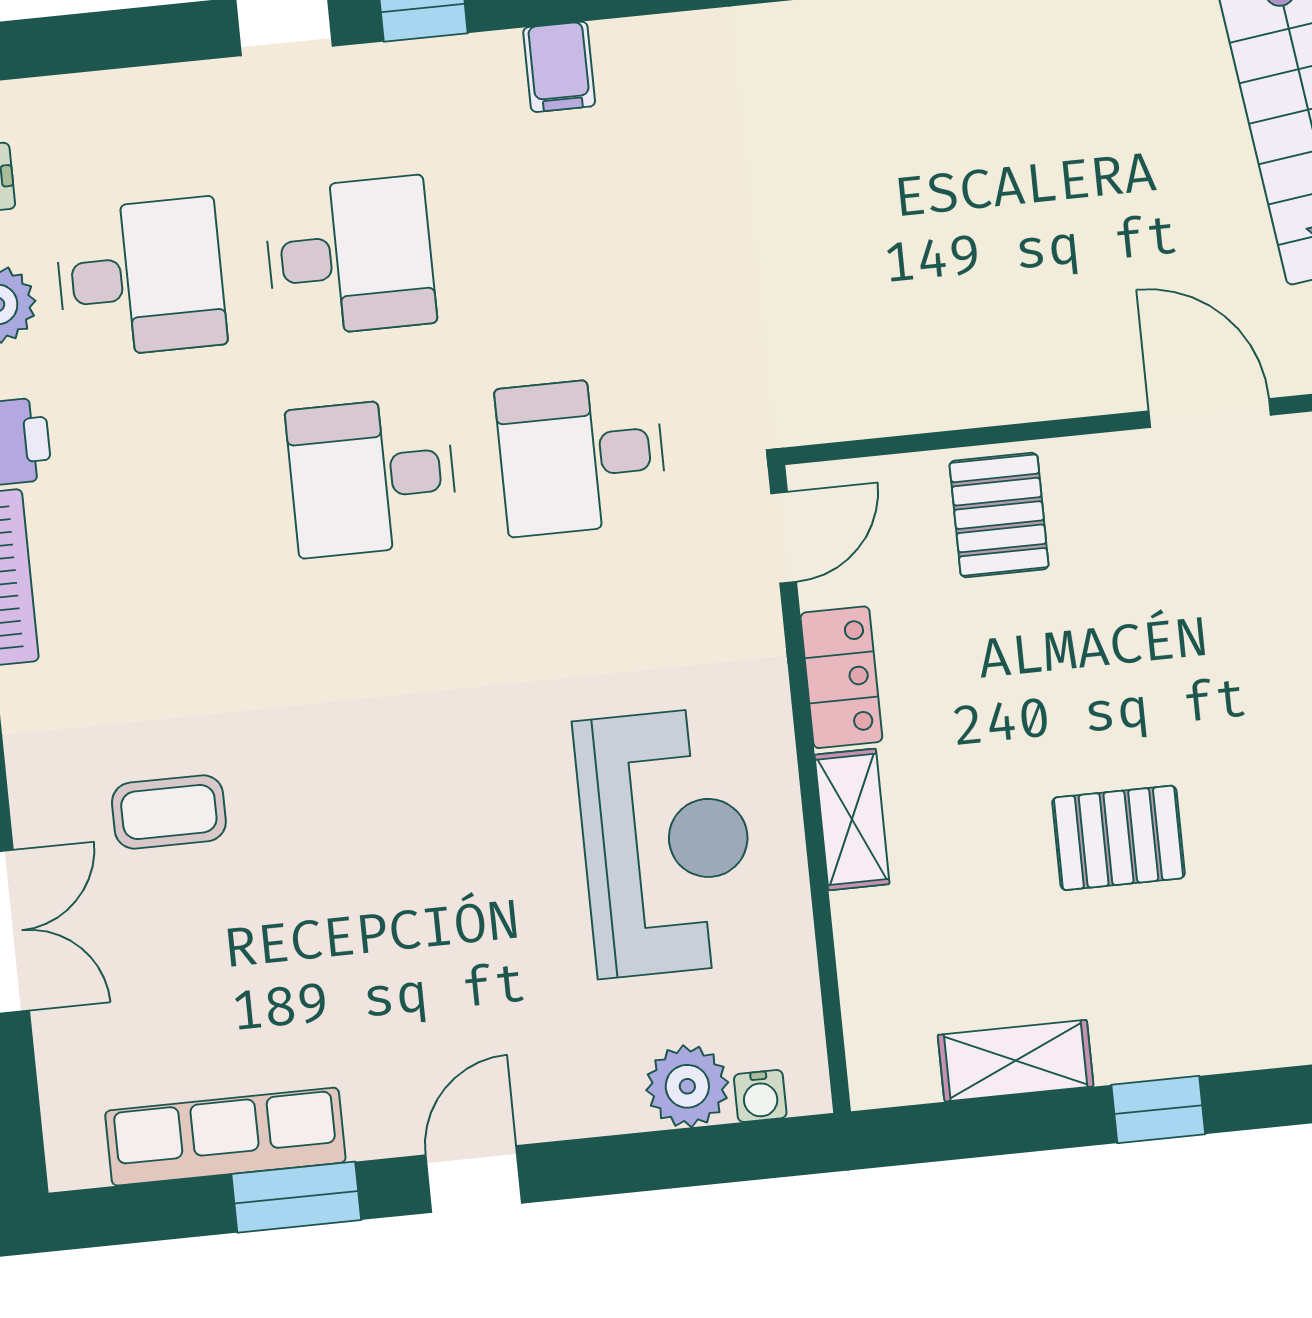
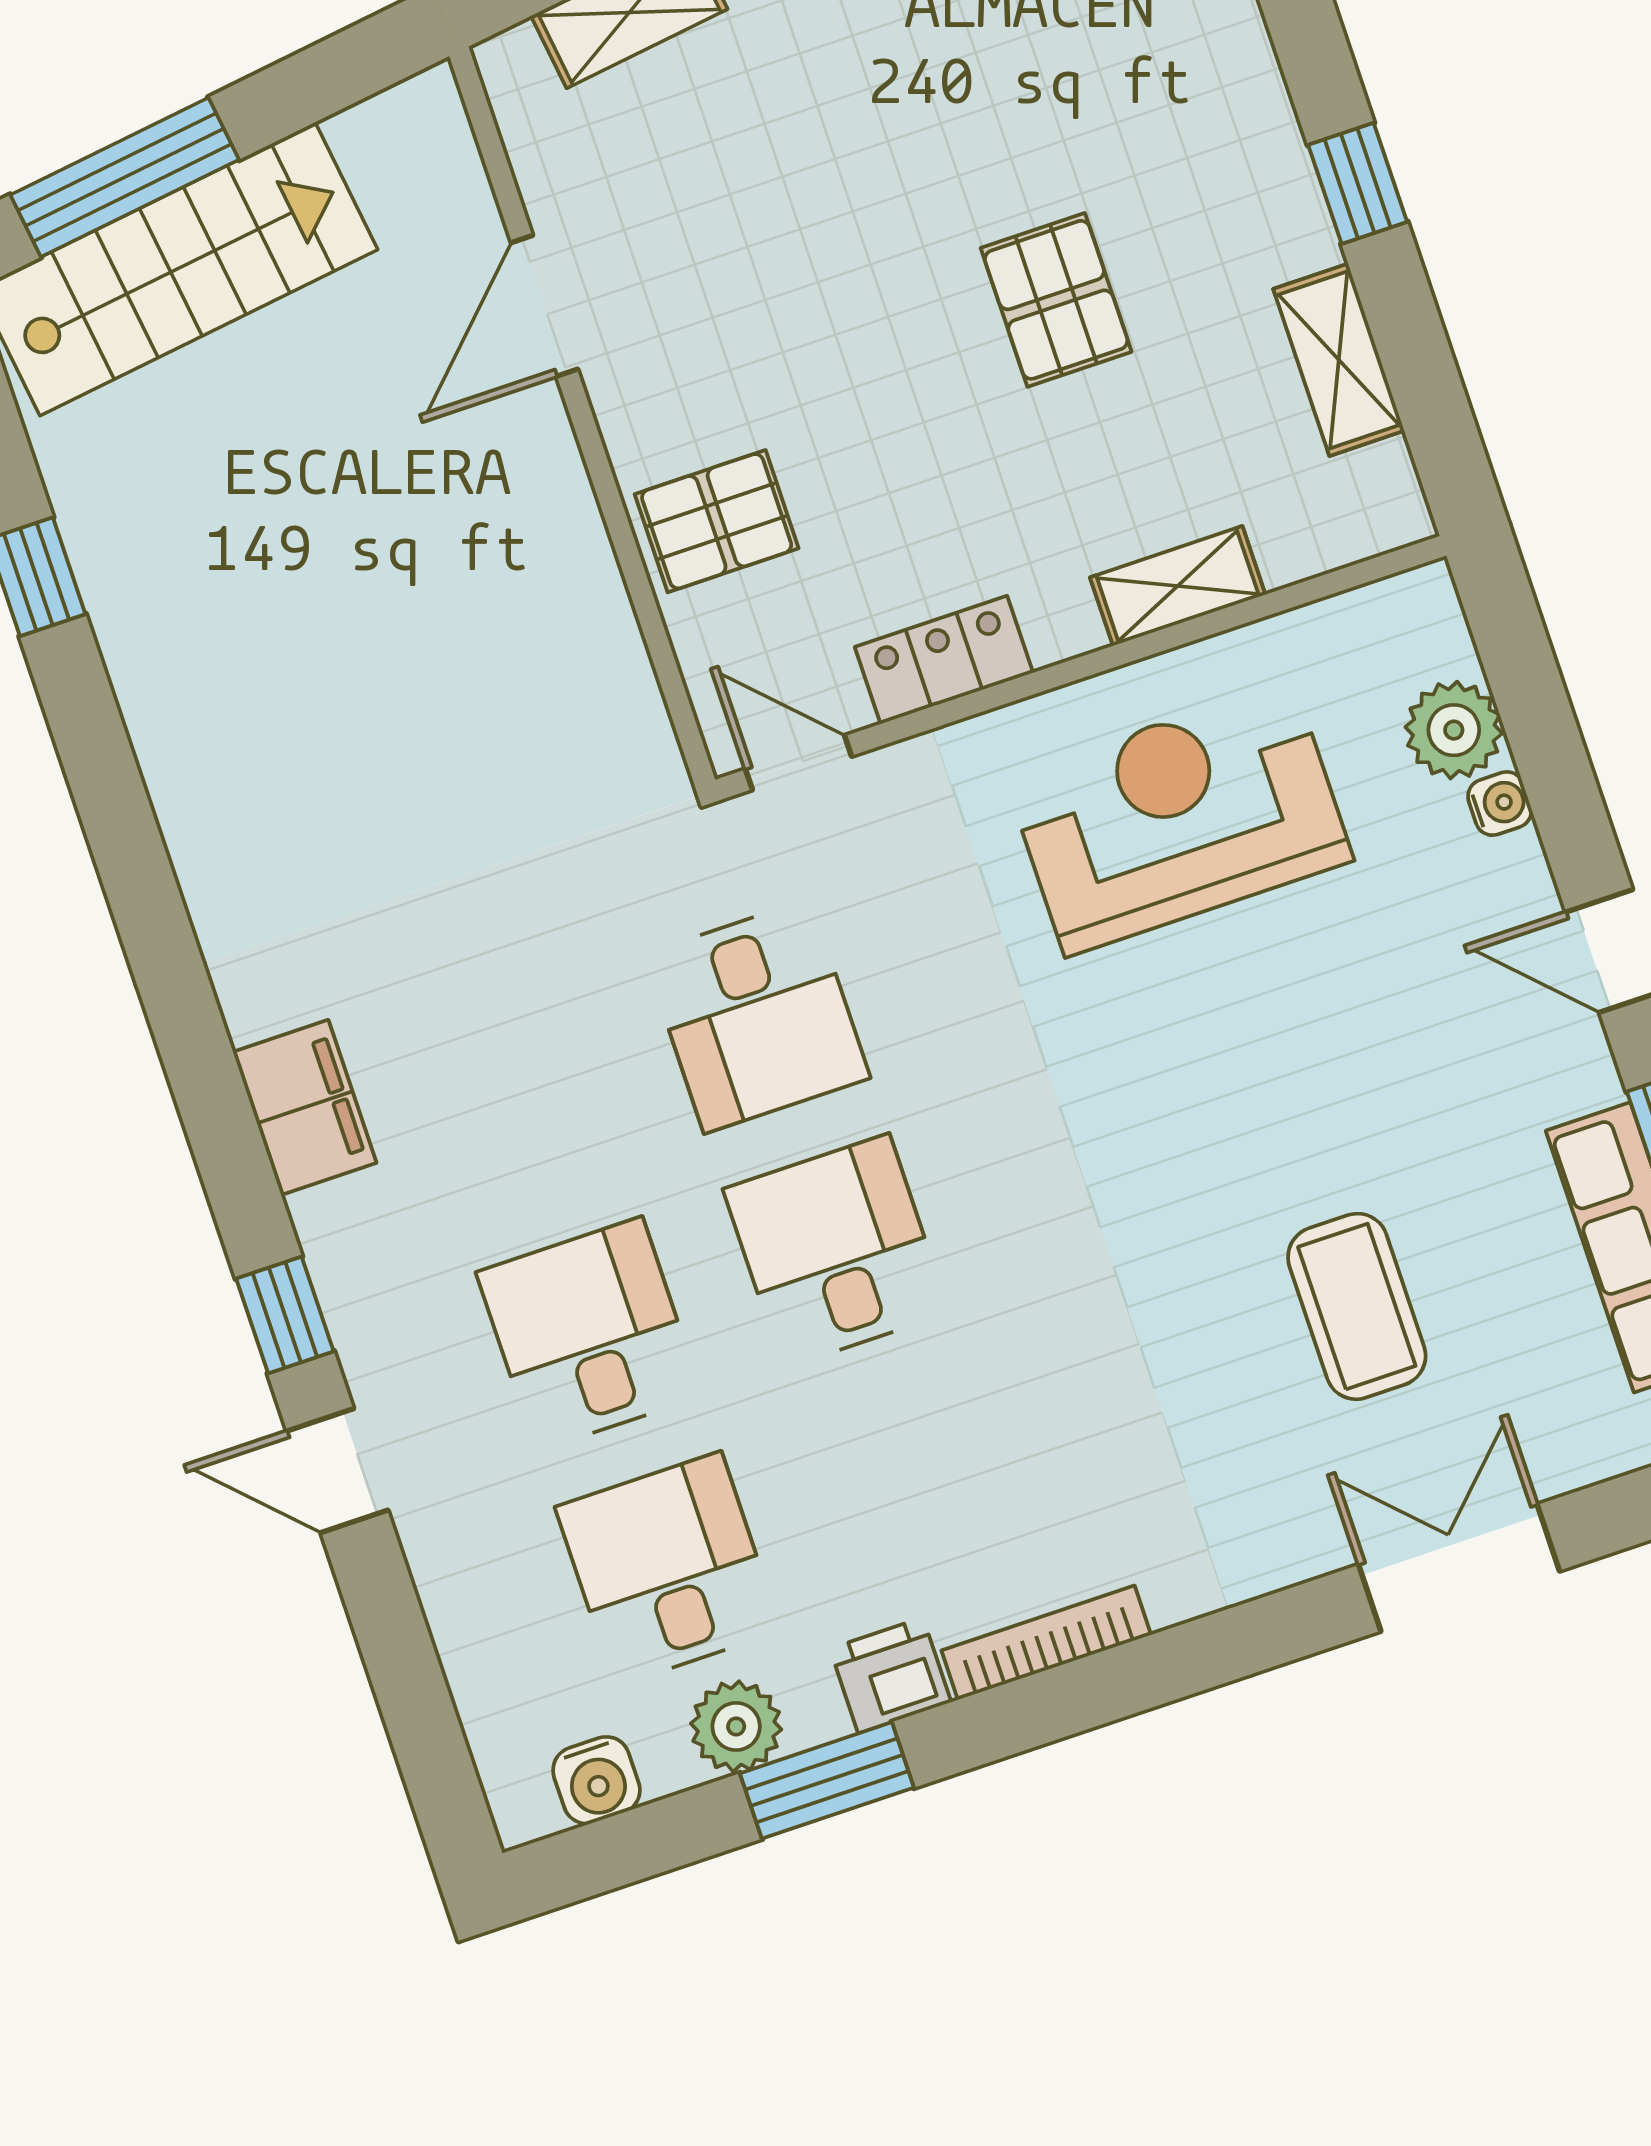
filing cabinet: (559, 67) -> (305, 1107), width x2.00
desk: (372, 477) -> (836, 1251), turned 180
coffee table: (169, 812) -> (1357, 1306), moved, width x1.36, depth x1.30
shelving: (852, 819) -> (1178, 586), moved
water cooler: (760, 1096) -> (1500, 804), moved

